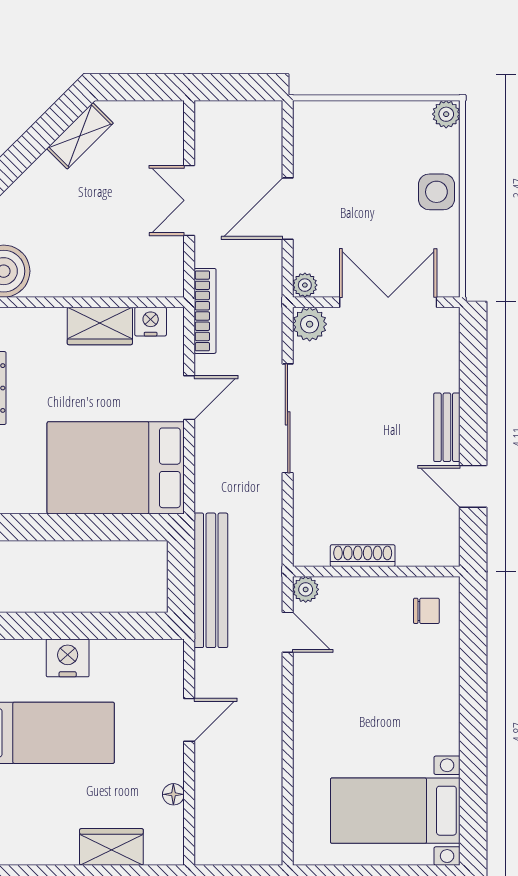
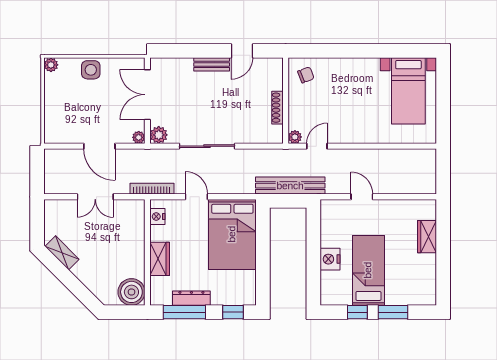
wardrobe: (100, 326) -> (160, 259), moved
chair: (426, 611) -> (306, 75), turned 69
floor lamp: (173, 794) -> (400, 205), removed

